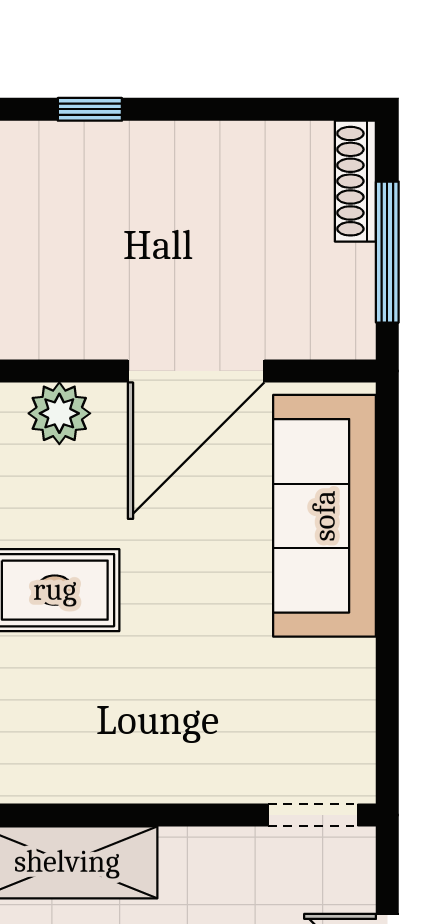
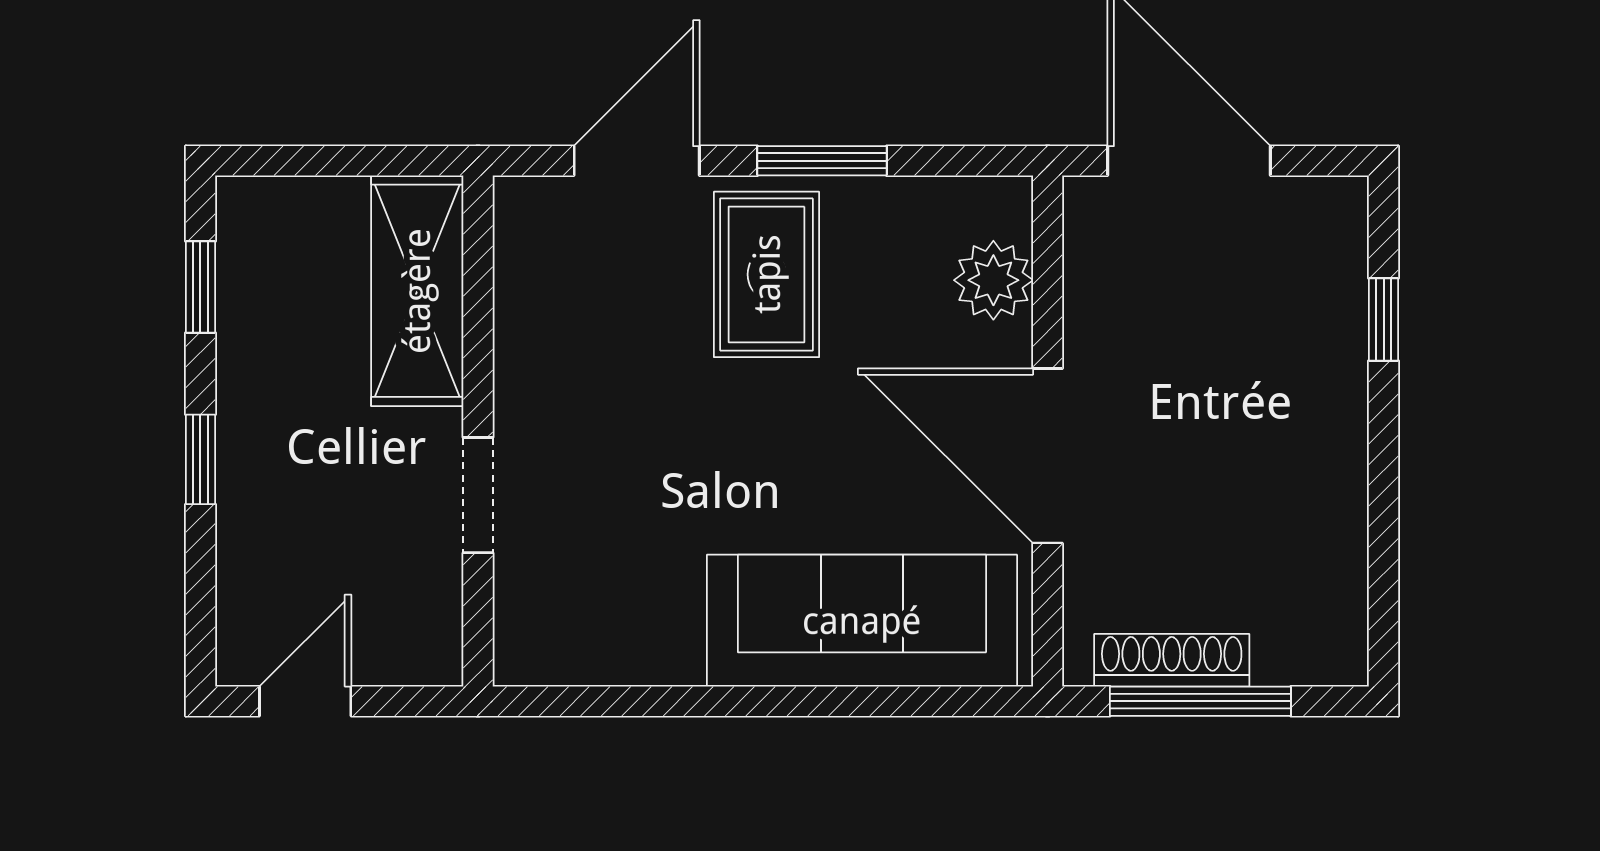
shoe rack: (355, 181) -> (1172, 660), moved
doorway: (313, 815) -> (478, 495), moved

